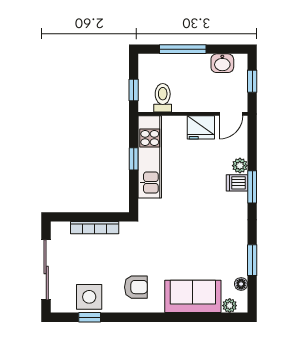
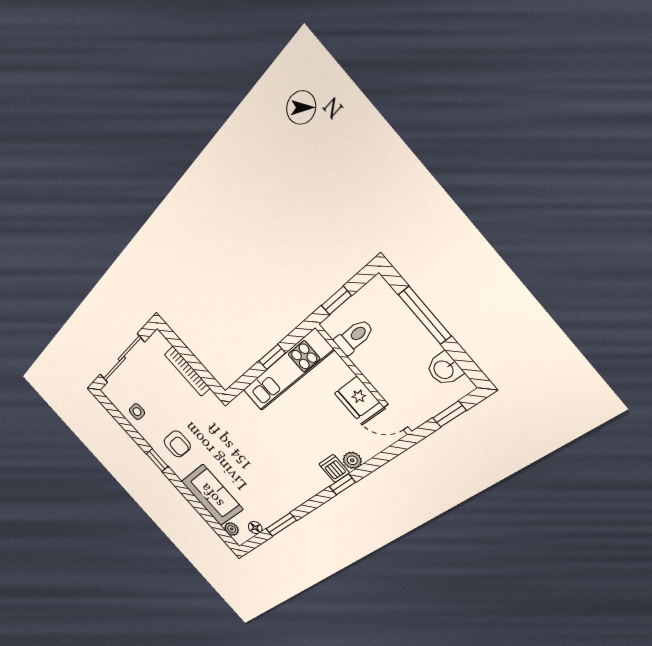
window: (252, 187) -> (342, 484), width x0.67
side table: (89, 297) -> (137, 412), width x0.54, depth x0.54
window: (90, 317) -> (157, 460), moved

